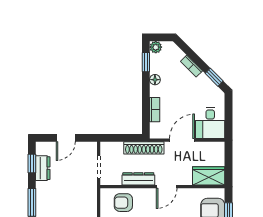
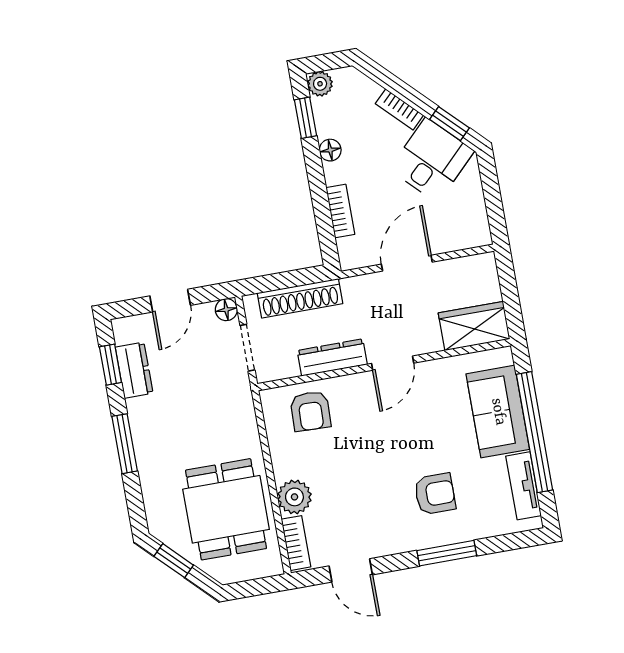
desk: (210, 123) -> (432, 160), moved, turned -135
floor lamp: (92, 147) -> (226, 310), added
shoe rack: (144, 148) -> (300, 298), moved
armchair: (123, 203) -> (310, 411), turned -88

